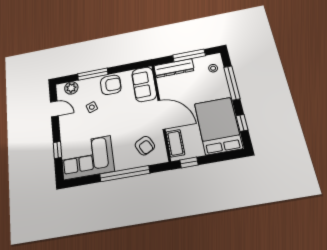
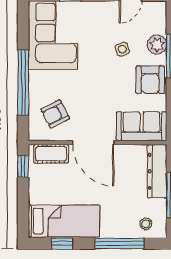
plant: (71, 88) -> (157, 45), moved
door: (161, 115) -> (93, 143), hinge flipped
bed: (218, 126) -> (64, 221), width x0.67

